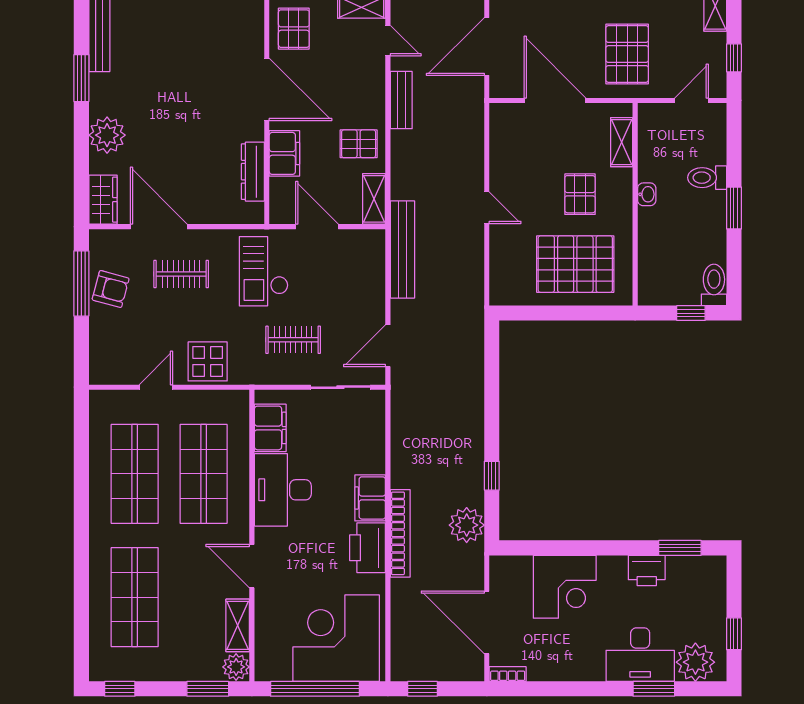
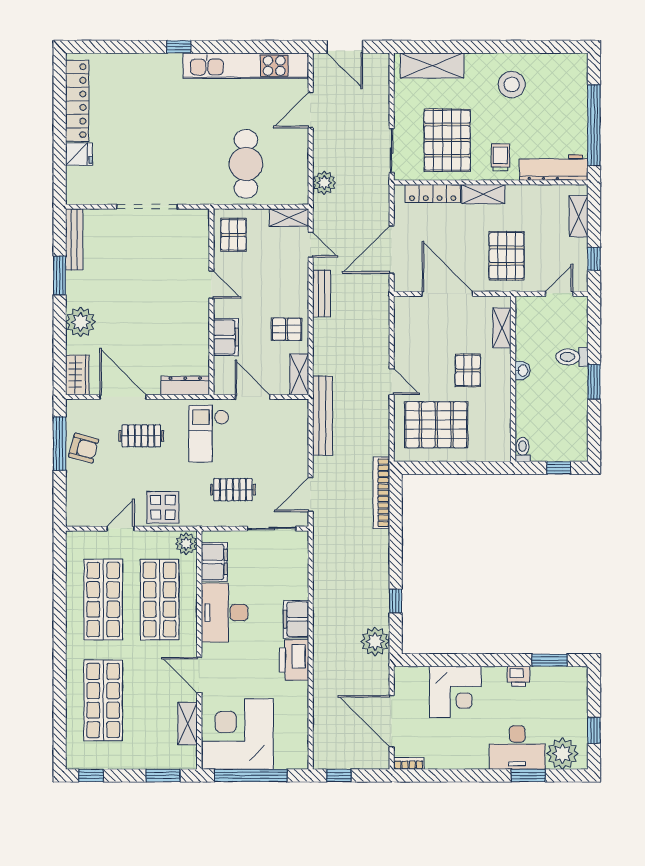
door: (267, 89) -> (211, 285), width x0.53
dresser: (253, 172) -> (185, 386), moved, turned 90
pallet: (575, 264) -> (436, 425), moved
toilet: (714, 285) -> (523, 449), moved, width x0.73, depth x0.72
bookcase: (400, 533) -> (381, 493), moved, turned 180
printer: (647, 571) -> (518, 676), width x0.73, depth x0.81
corner desk: (336, 638) -> (238, 734), moved
plant: (236, 667) -> (186, 544), moved

